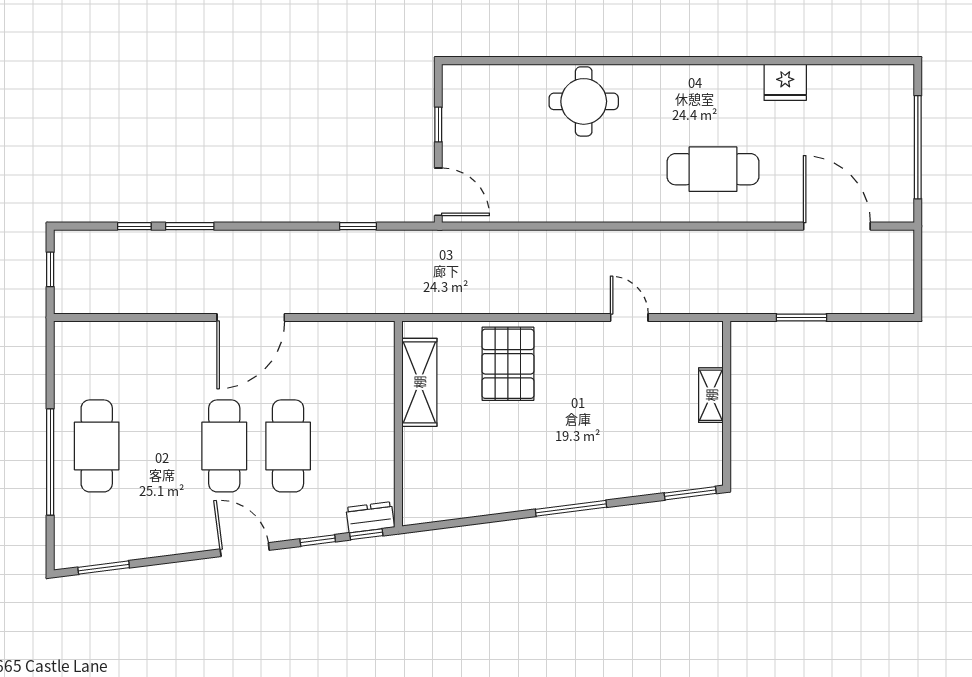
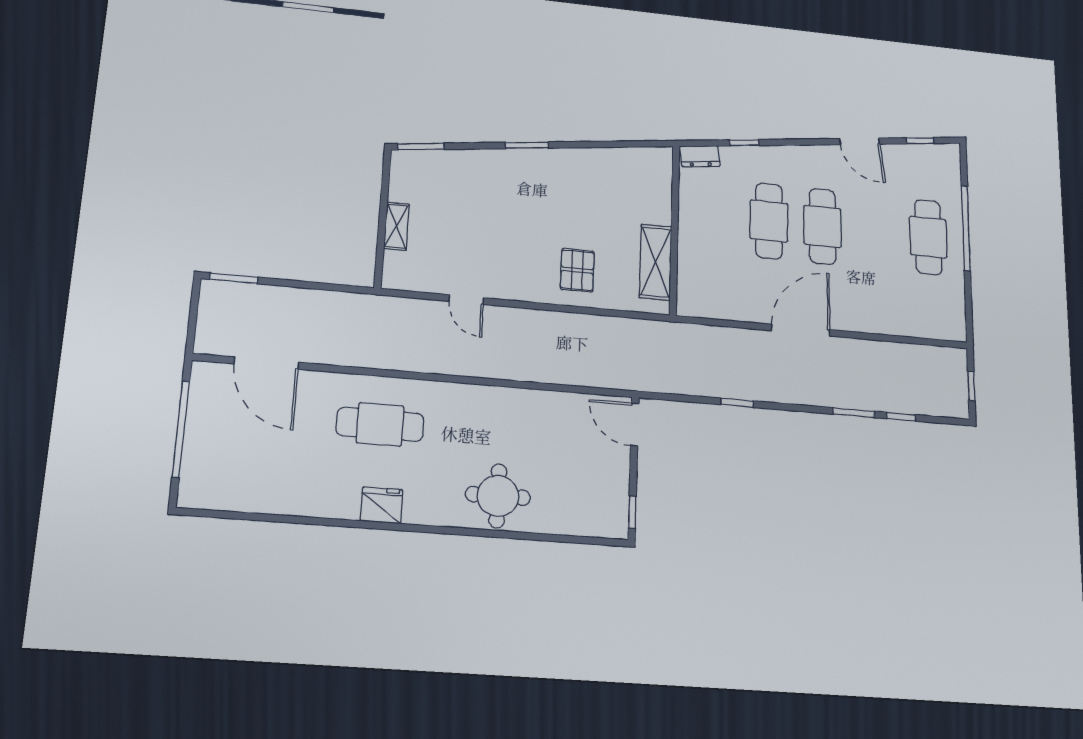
fridge: (785, 82) -> (382, 505), moved
window: (438, 125) -> (632, 512), moved
window: (358, 226) -> (737, 403), moved
window: (801, 317) -> (234, 278), moved
pallet: (508, 364) -> (577, 270), width x0.67, depth x0.71
window: (571, 508) -> (527, 145), width x0.69
window: (366, 534) -> (703, 143), removed
door: (245, 550) -> (860, 141), moved
window: (104, 568) -> (920, 141), width x0.67

